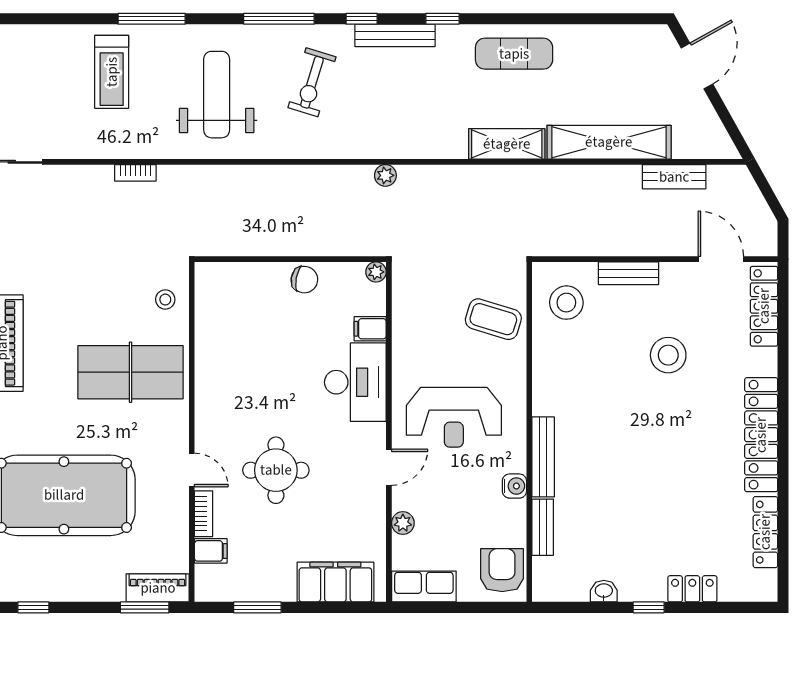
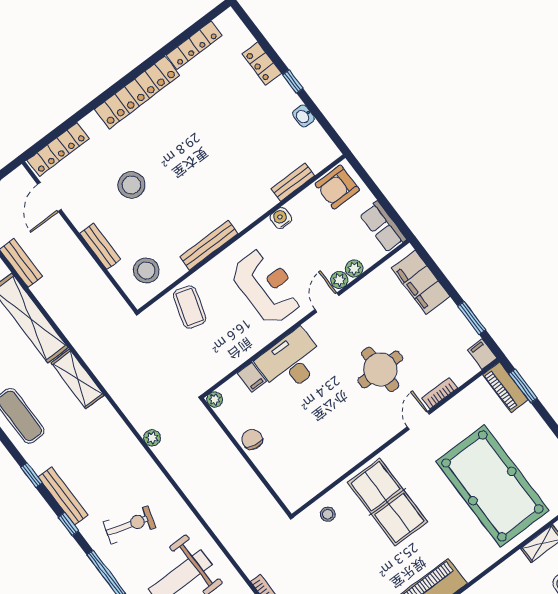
bench: (543, 457) -> (209, 245), moved
door: (389, 467) -> (327, 303), hinge flipped
plant: (403, 498) -> (339, 280), added
filing cabinet: (211, 551) -> (482, 354), moved

